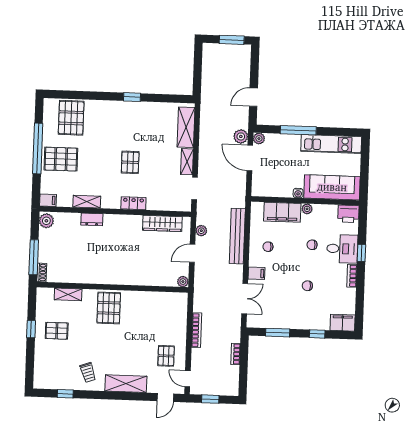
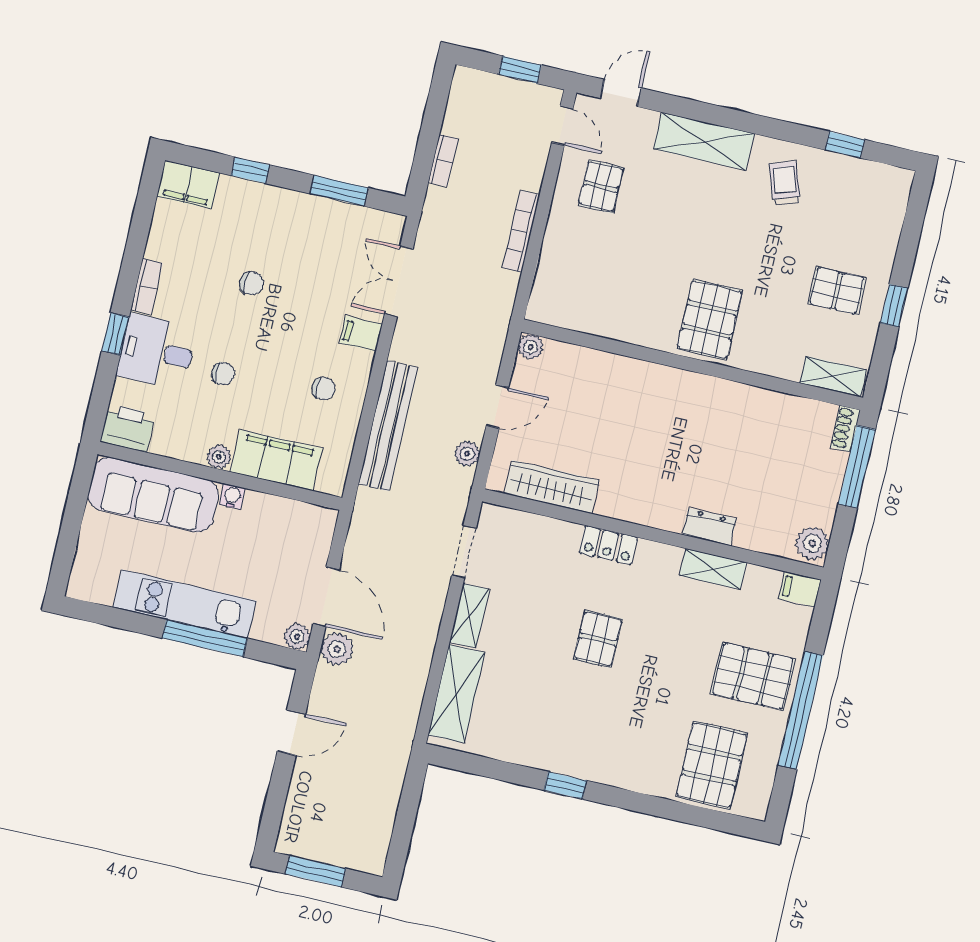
kitchen unit: (331, 144) -> (185, 604), moved
shelving: (68, 294) -> (833, 377), moved

